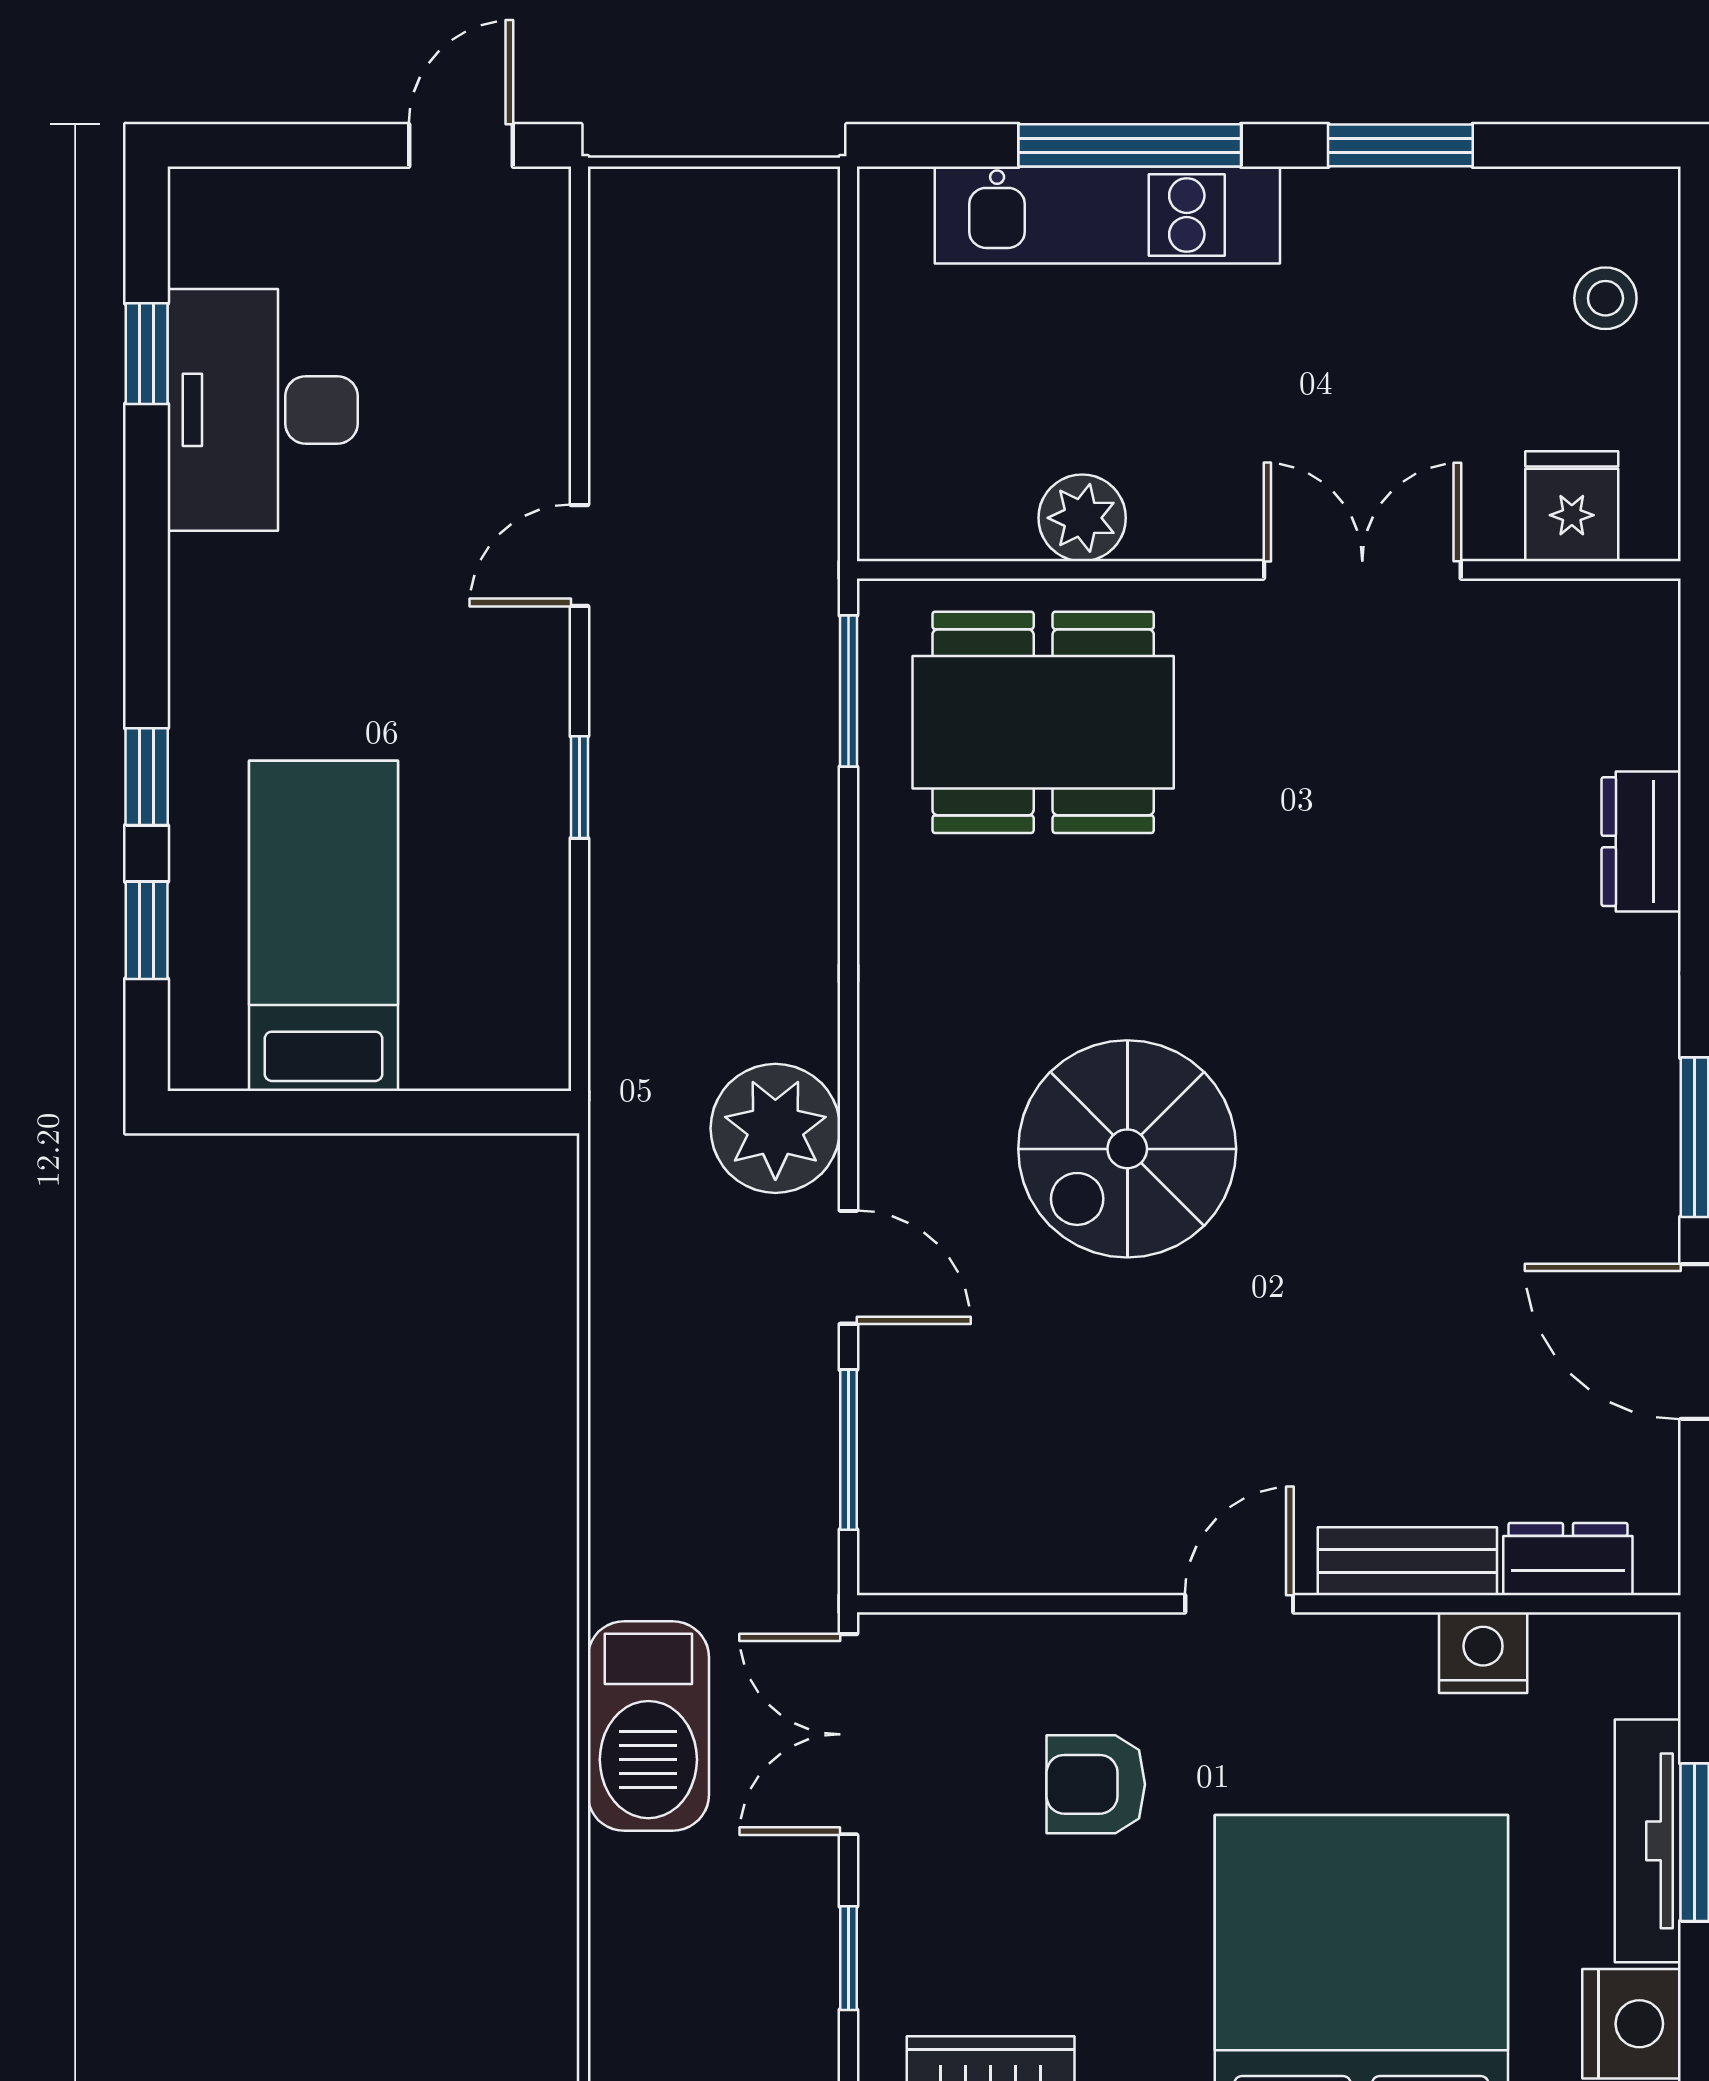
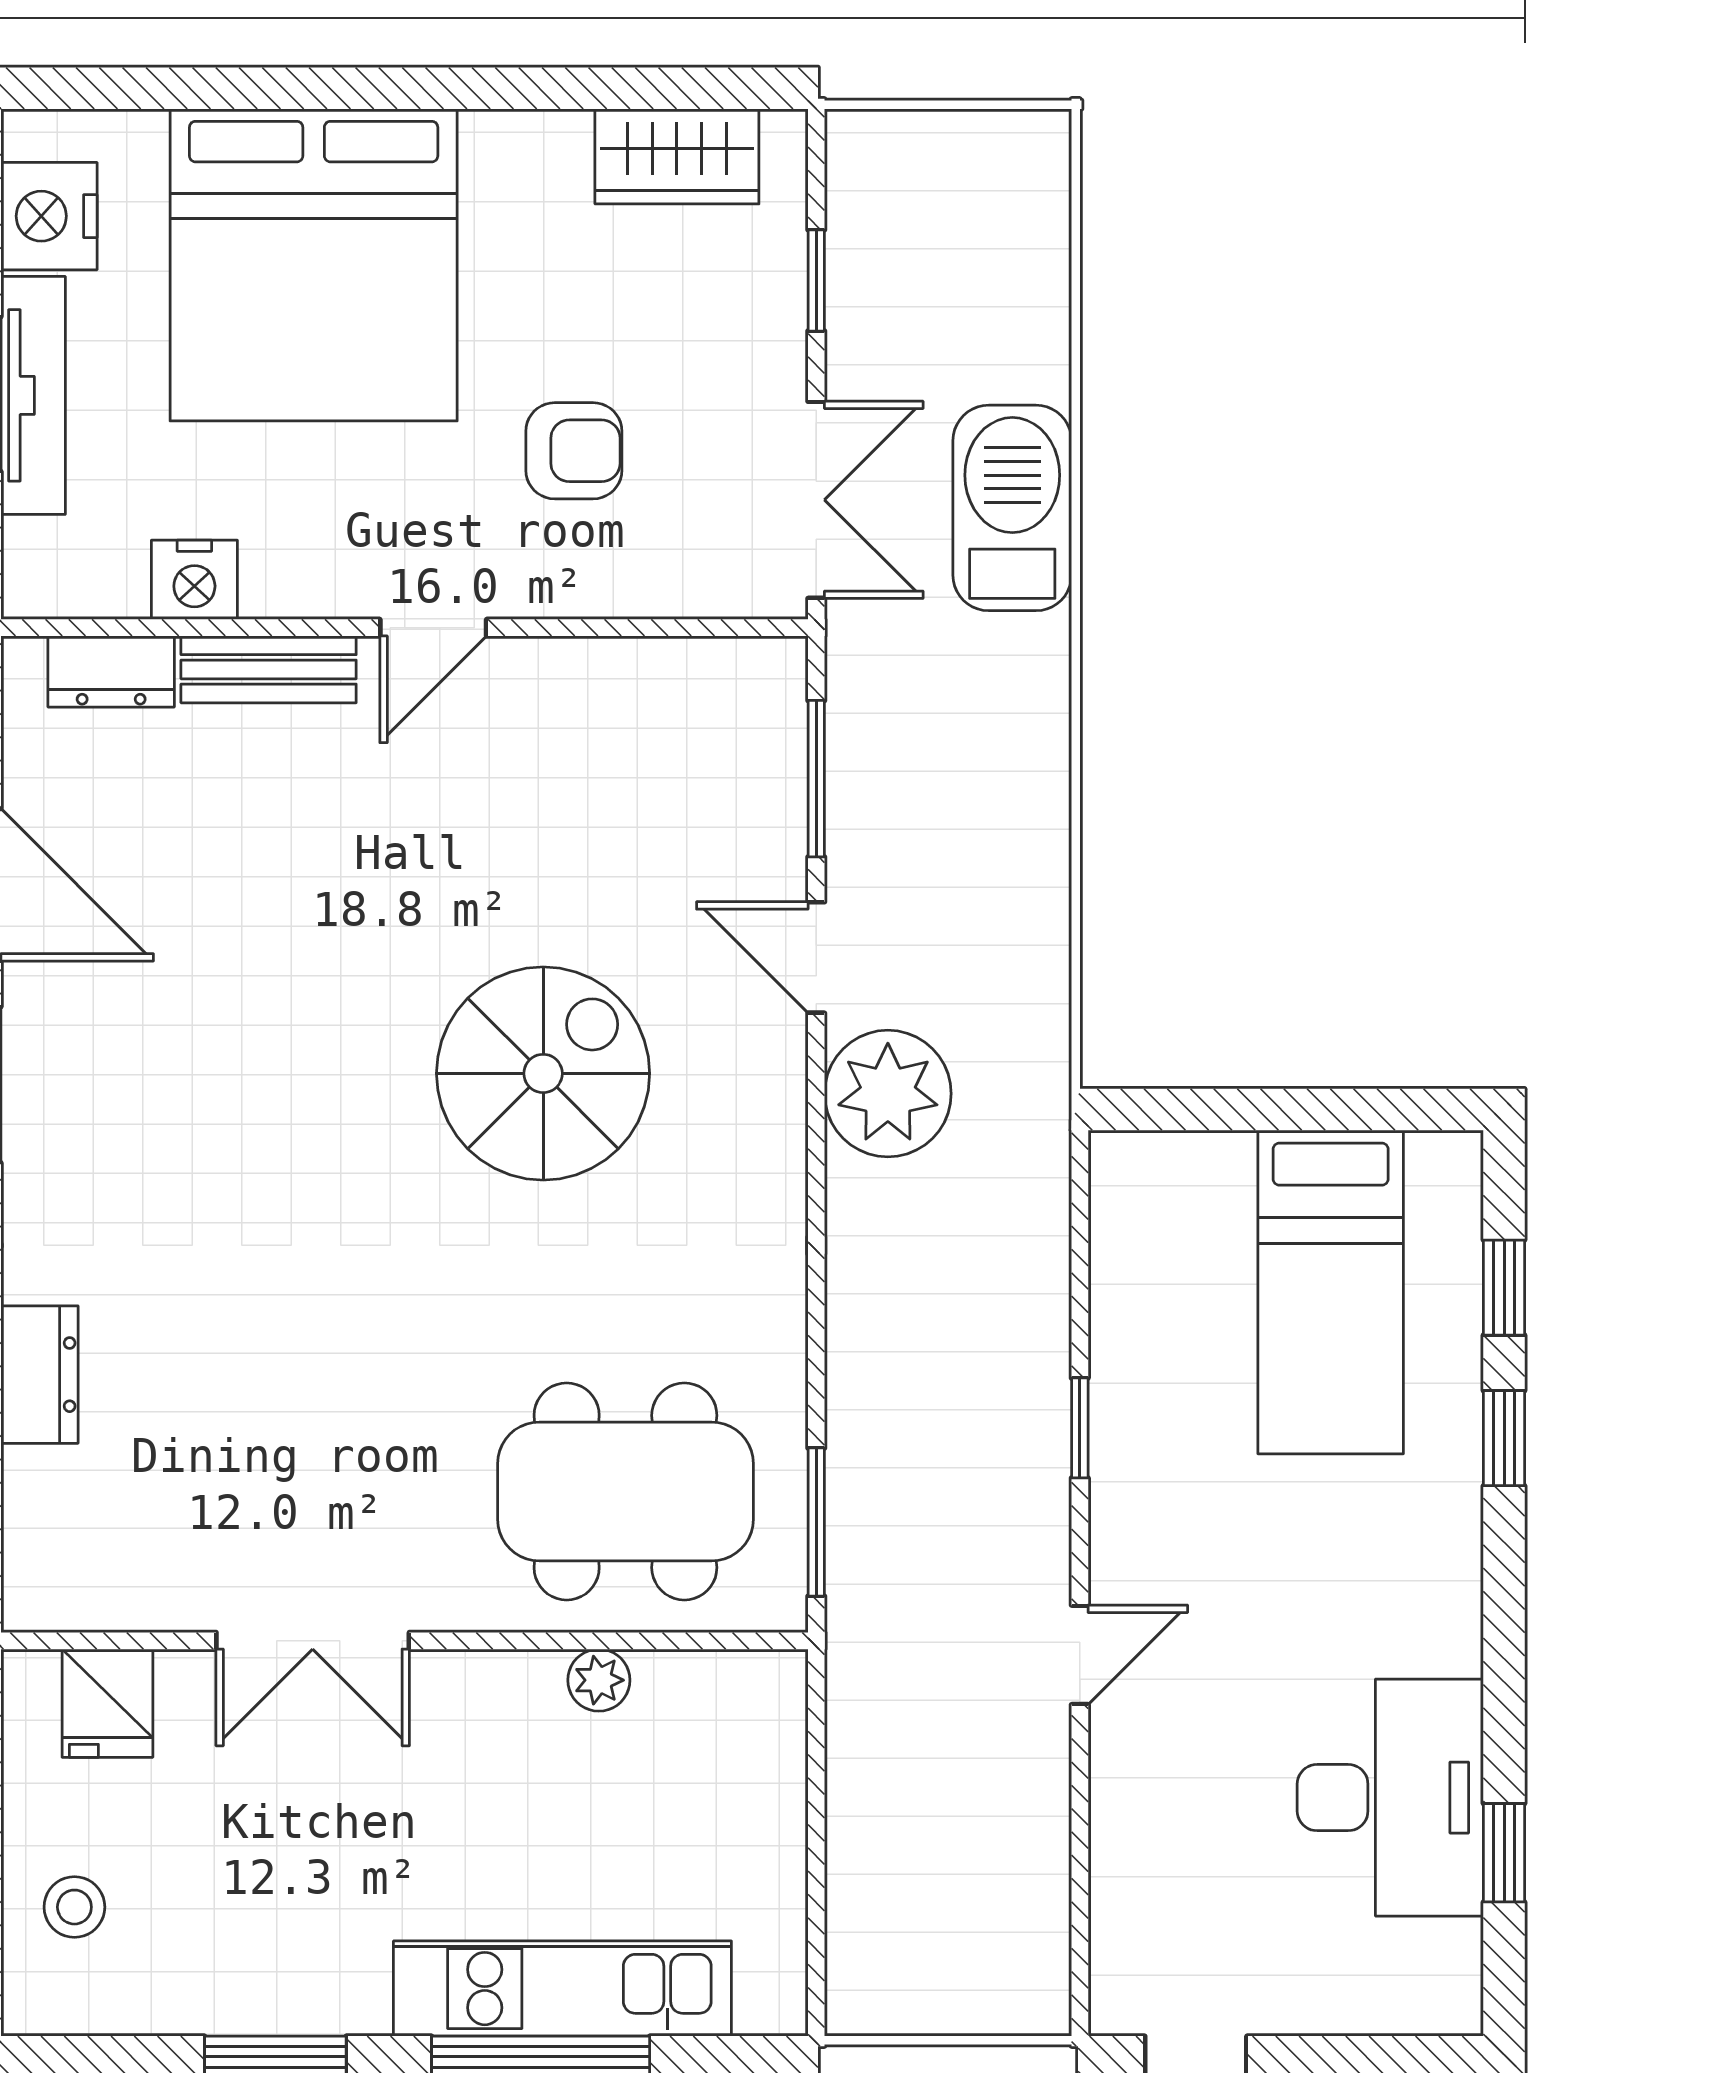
plant: (1082, 518) -> (599, 1680), width x0.73, depth x0.73

